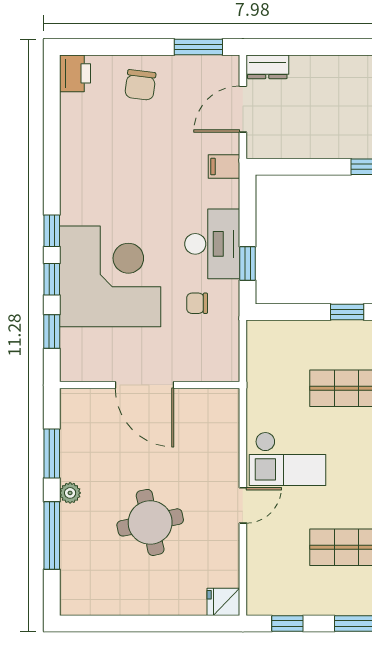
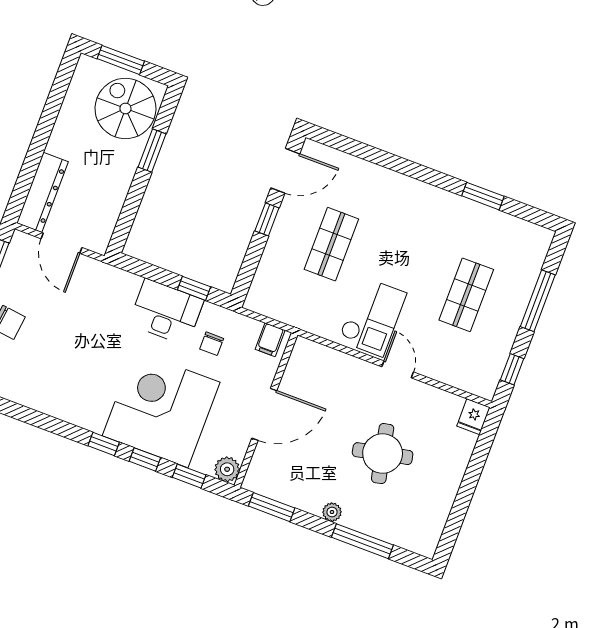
dresser: (267, 67) -> (42, 192), width x1.96, depth x1.24
filing cabinet: (224, 167) -> (270, 340), moved
plant: (74, 368) -> (227, 469), added
window: (52, 454) -> (272, 507), moved

